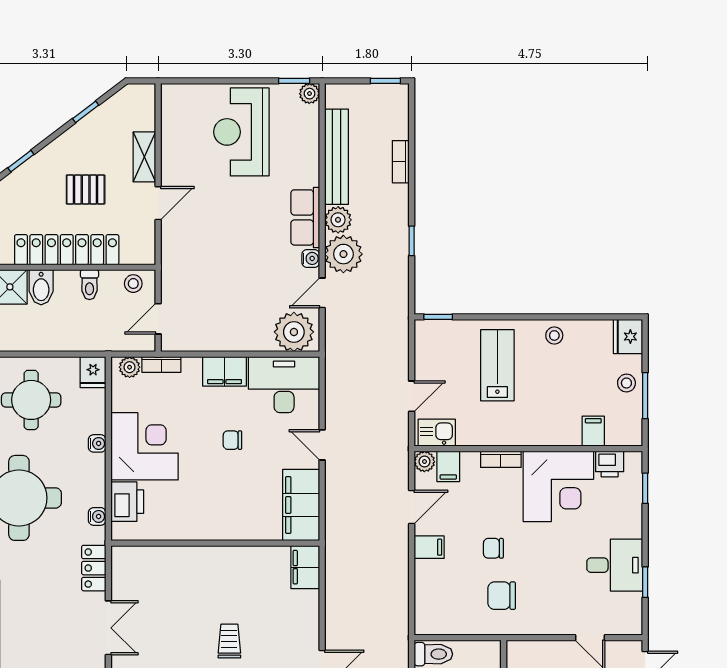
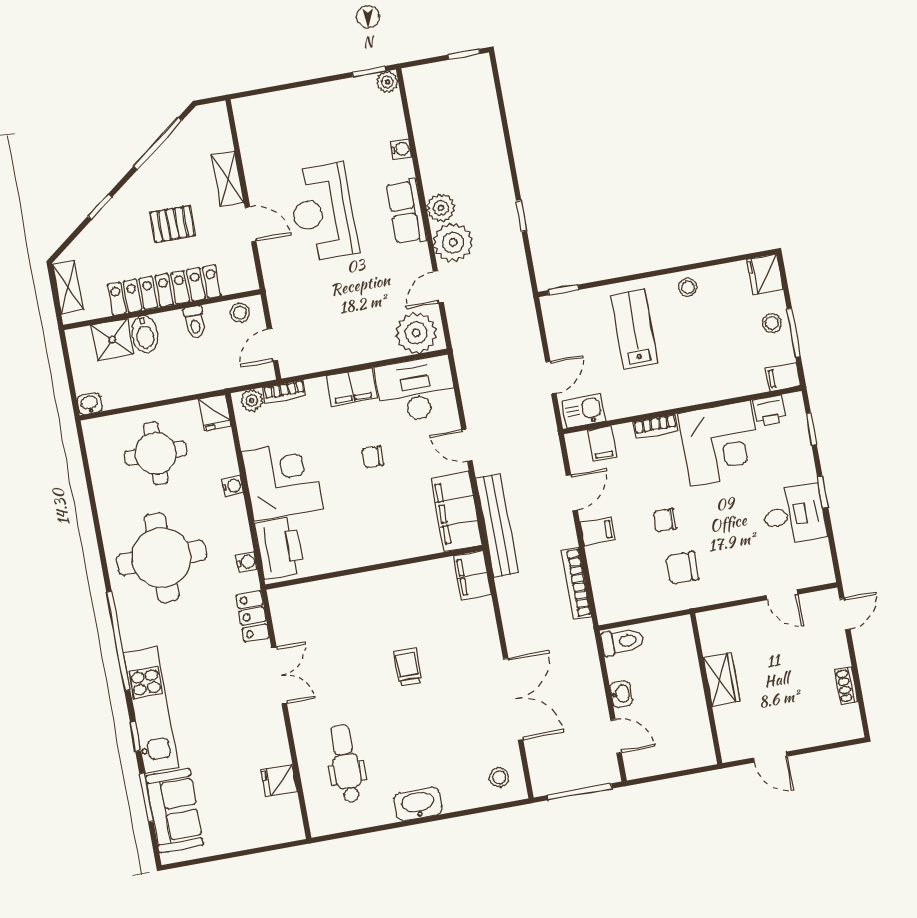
window: (86, 112) -> (158, 143), width x2.17
reception desk: (241, 132) -> (323, 212), moved
bench: (337, 157) -> (497, 526), moved
bookcase: (401, 162) -> (576, 583), moved, width x1.56
door: (158, 203) -> (251, 225), hinge flipped
water cooler: (311, 258) -> (401, 149), moved
filing cabinet: (593, 431) -> (783, 377), moved, turned -90
plant: (424, 462) -> (577, 443), removed
printer: (127, 502) -> (280, 548), width x1.37, depth x1.19
window: (645, 582) -> (823, 492), moved

